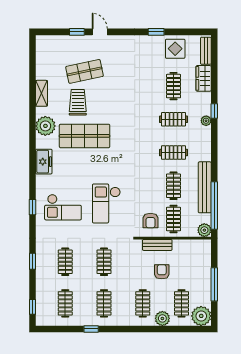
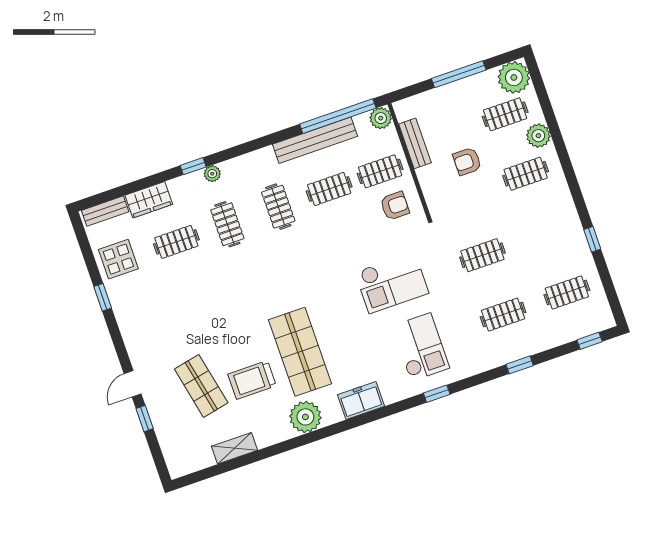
shelving: (42, 93) -> (234, 448), moved
bench: (157, 245) -> (415, 143), moved
clothes rail: (104, 303) -> (546, 233), removed

